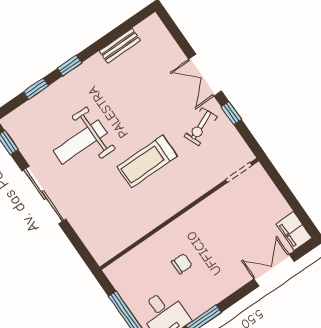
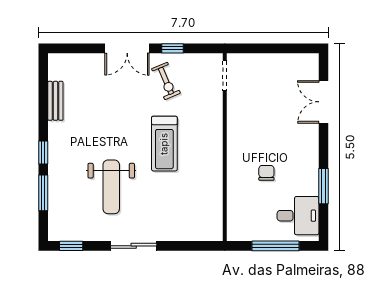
window: (36, 89) -> (43, 193), width x1.50
sliding door: (44, 195) -> (134, 246), width x0.73
filing cabinet: (294, 231) -> (303, 64), removed

